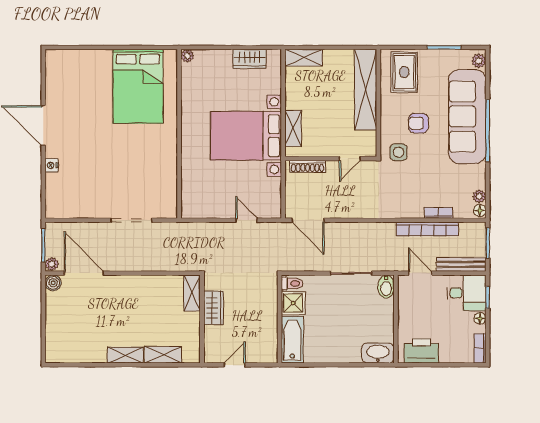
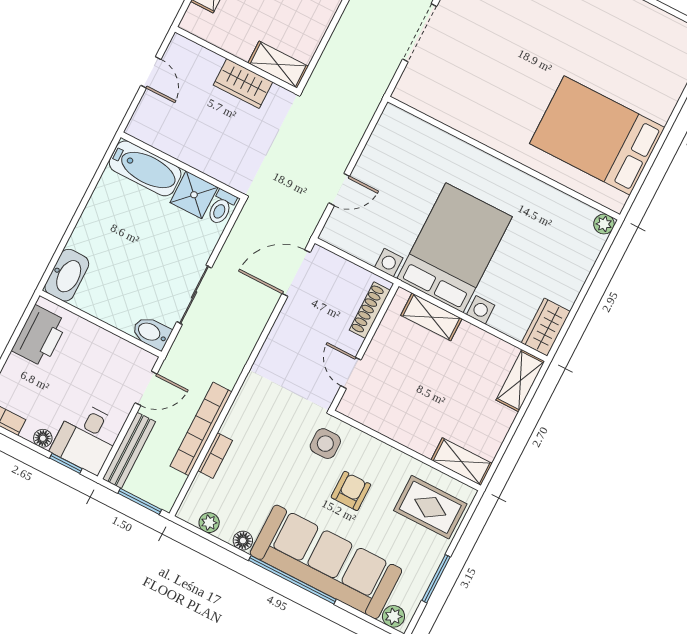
wardrobe: (249, 59) -> (546, 327), moved
shelving: (366, 90) -> (462, 462), width x0.45, depth x0.75
floor lamp: (480, 211) -> (243, 541), moved

